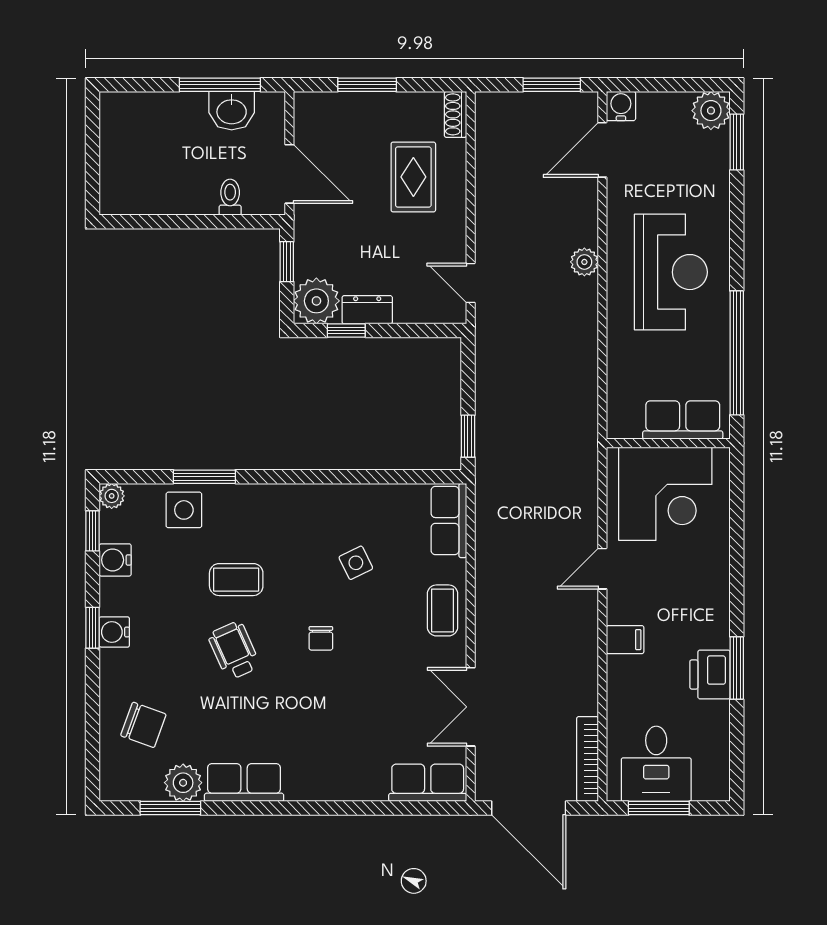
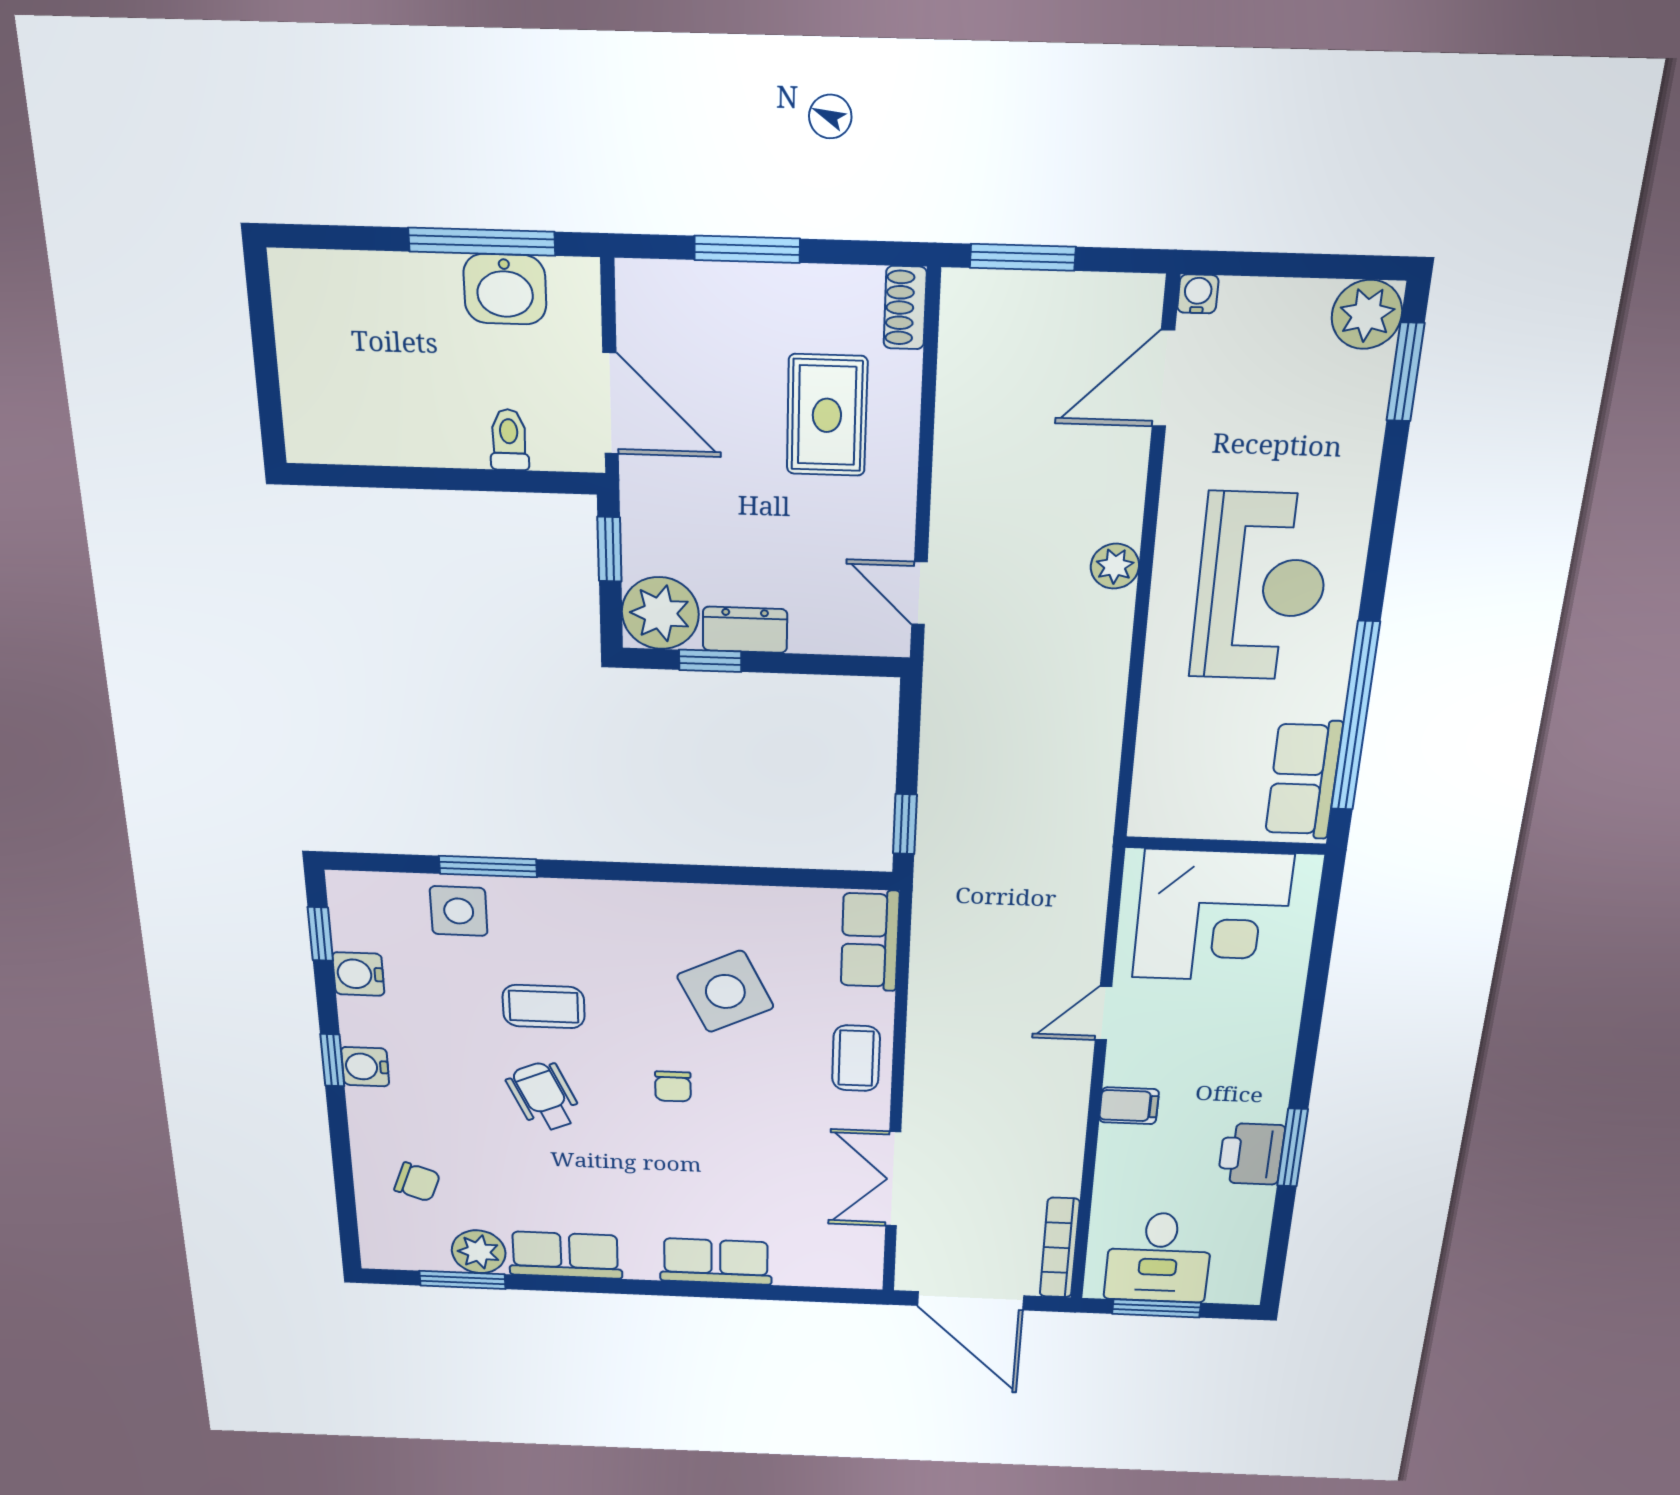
window: (552, 85) -> (1023, 257), moved
water cooler: (621, 106) -> (1198, 294), width x0.72, depth x0.72
row of seats: (683, 420) -> (1304, 780), moved, turned -90
plant: (112, 496) -> (346, 888), removed
side table: (356, 563) -> (725, 991), width x1.87, depth x1.87
chair: (143, 725) -> (417, 1182), width x0.73, depth x0.73
row of seats: (428, 783) -> (716, 1262), moved

